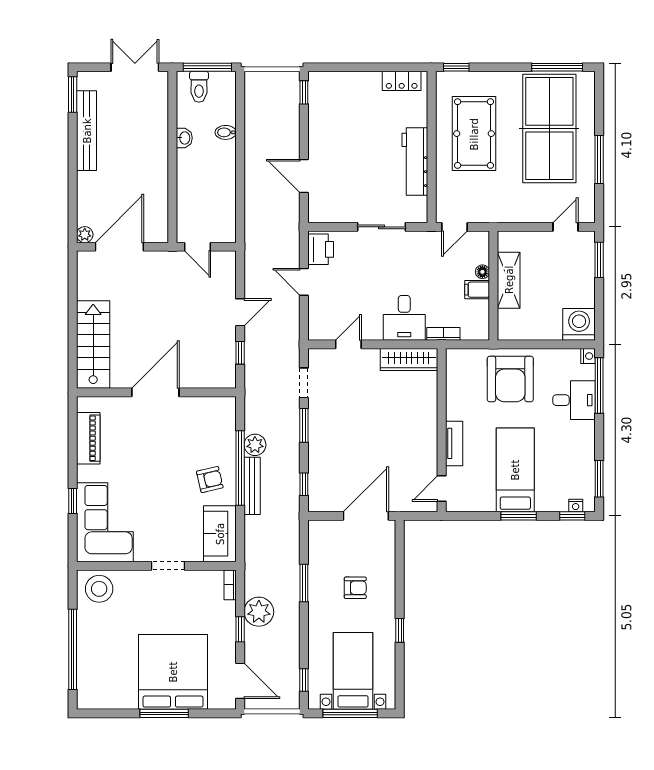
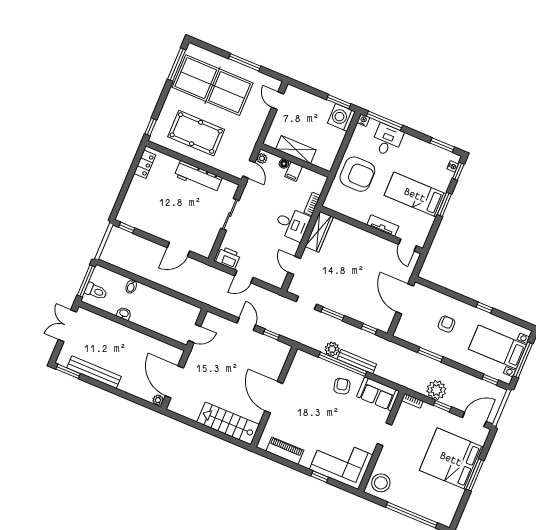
plant: (477, 239) -> (262, 158), added
window: (599, 260) -> (339, 102), moved

